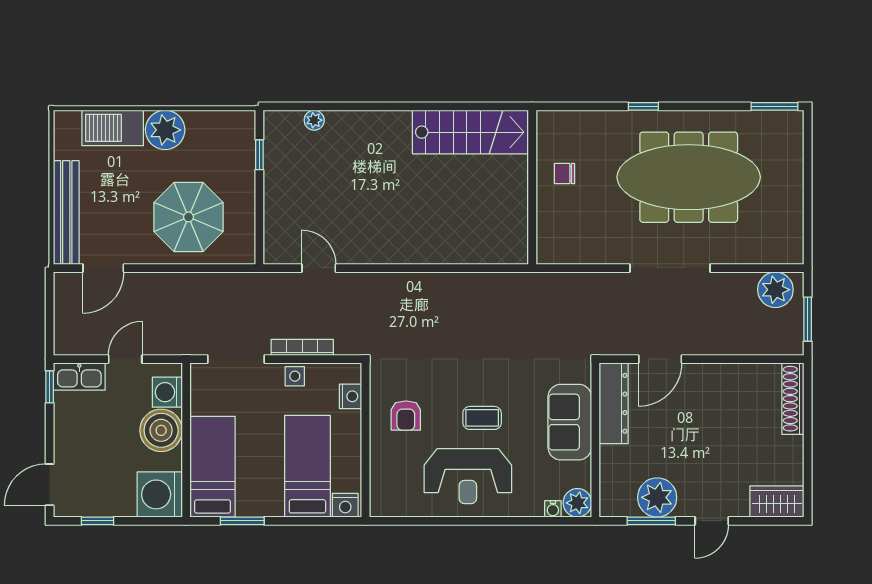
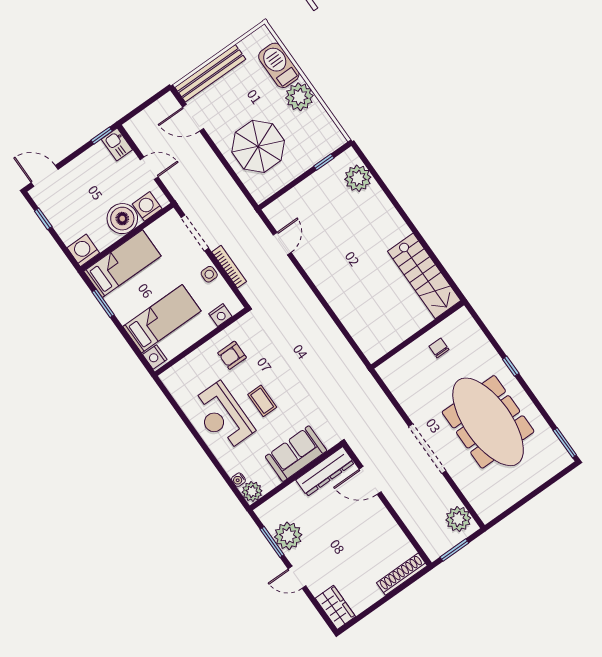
plant: (314, 120) -> (358, 178), width x1.87, depth x1.87
kitchen sink: (79, 377) -> (117, 144), width x0.73
washing machine: (160, 494) -> (83, 250), width x0.73, depth x0.73

